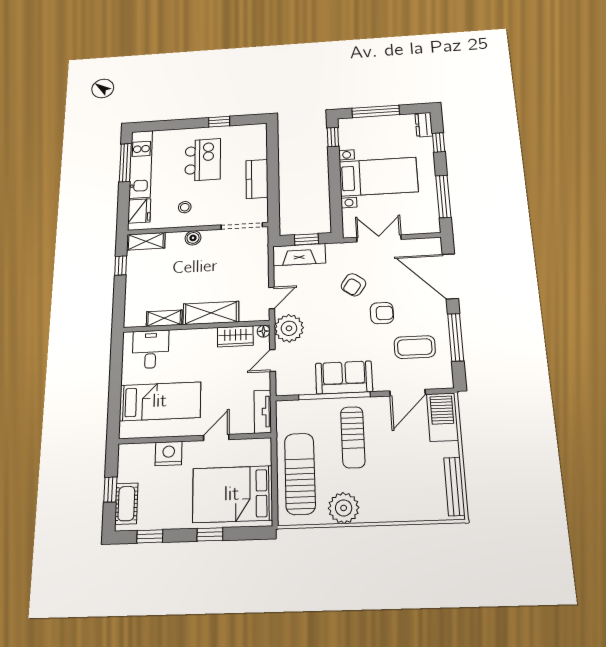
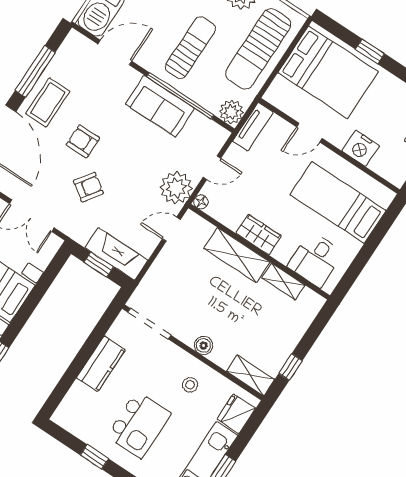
kitchen island: (203, 160) -> (139, 425), turned 180
wardrobe: (235, 336) -> (259, 235), moved
coffee table: (415, 347) -> (48, 102), moved, turned 90
plant: (287, 411) -> (231, 112), added

